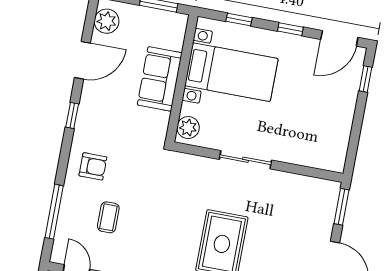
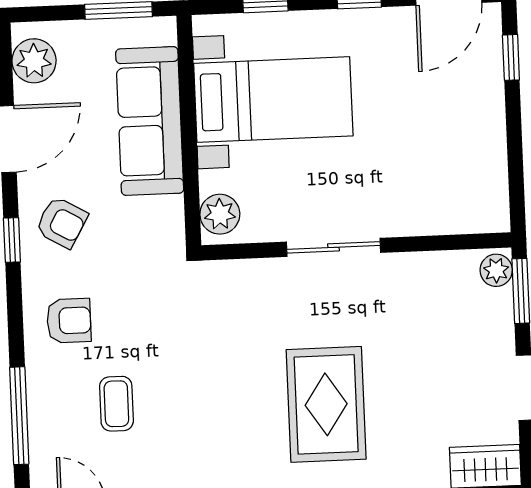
sofa: (160, 79) -> (150, 121), width x1.36
armchair: (101, 112) -> (62, 222), added
plant: (331, 193) -> (496, 270), added

